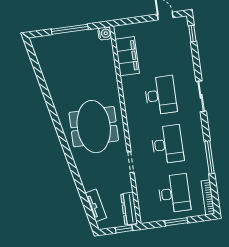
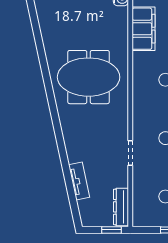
meeting table: (94, 127) -> (89, 77), moved, turned 90
tv unit: (96, 205) -> (79, 181), moved

